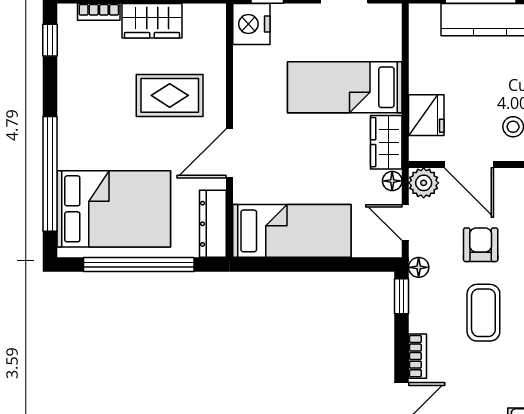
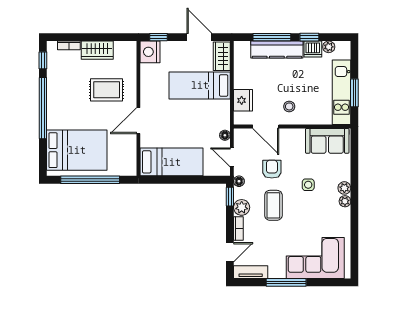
wardrobe: (386, 142) -> (222, 56), moved
window: (50, 174) -> (43, 108), moved
plant: (424, 183) -> (242, 207), moved
dresser: (213, 224) -> (130, 158), removed

